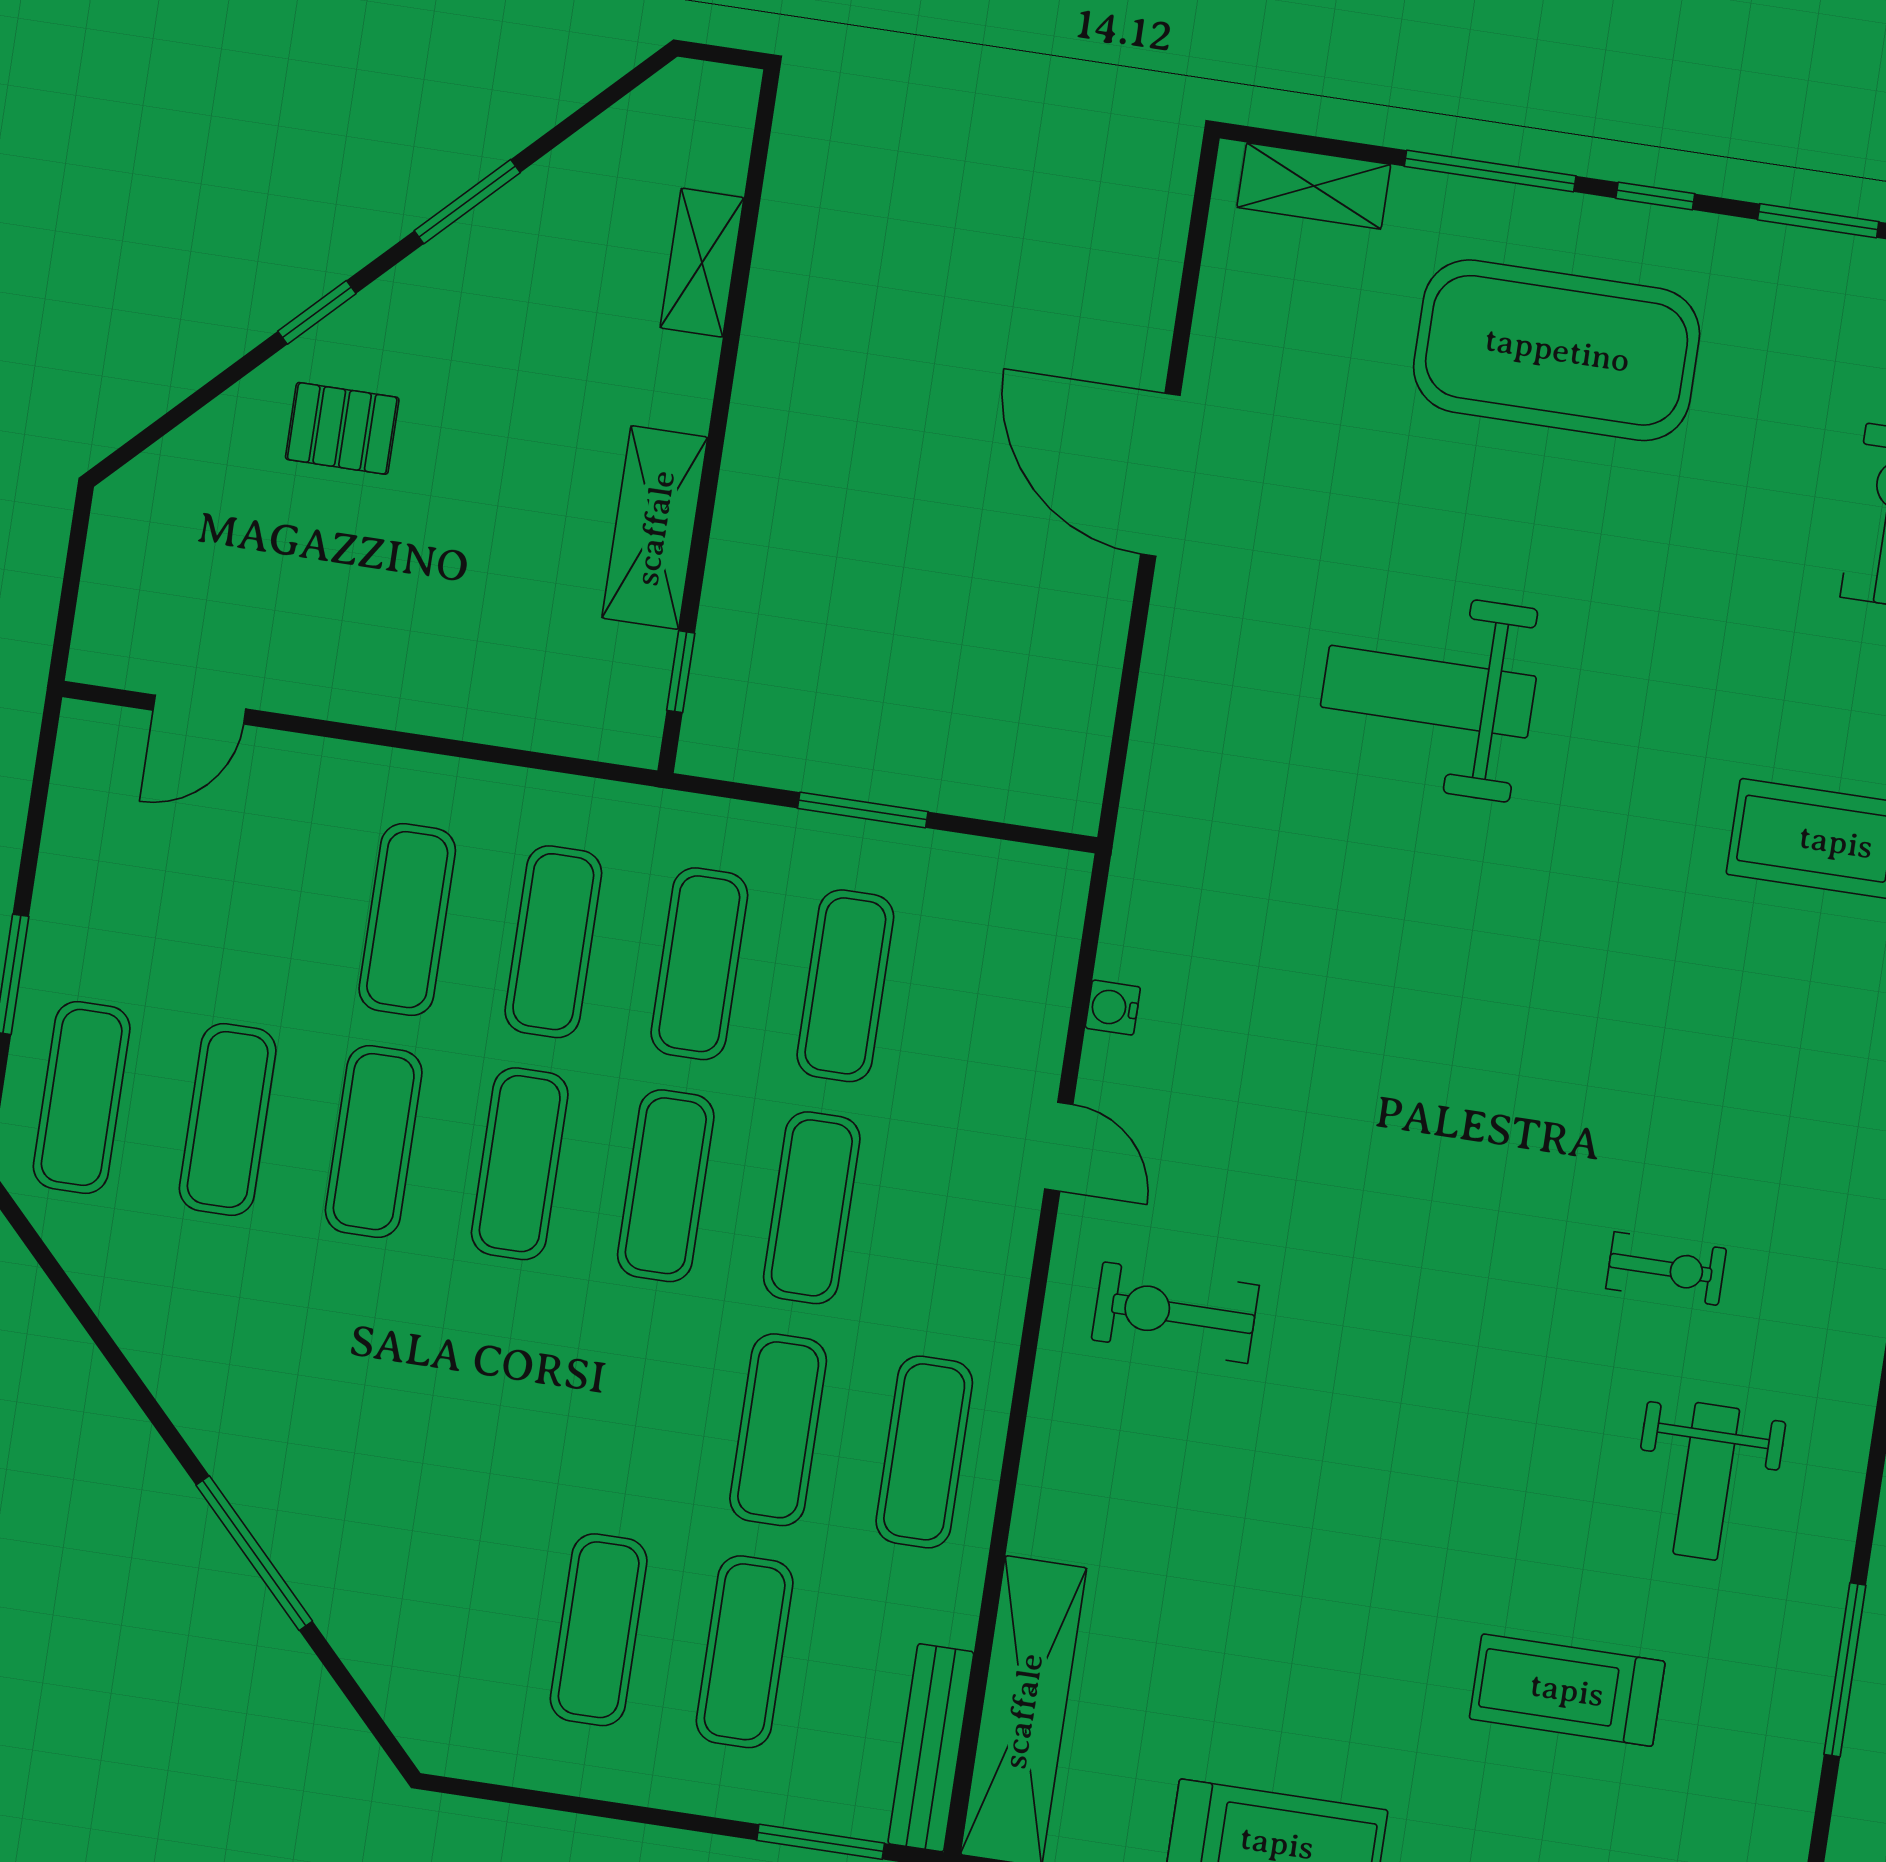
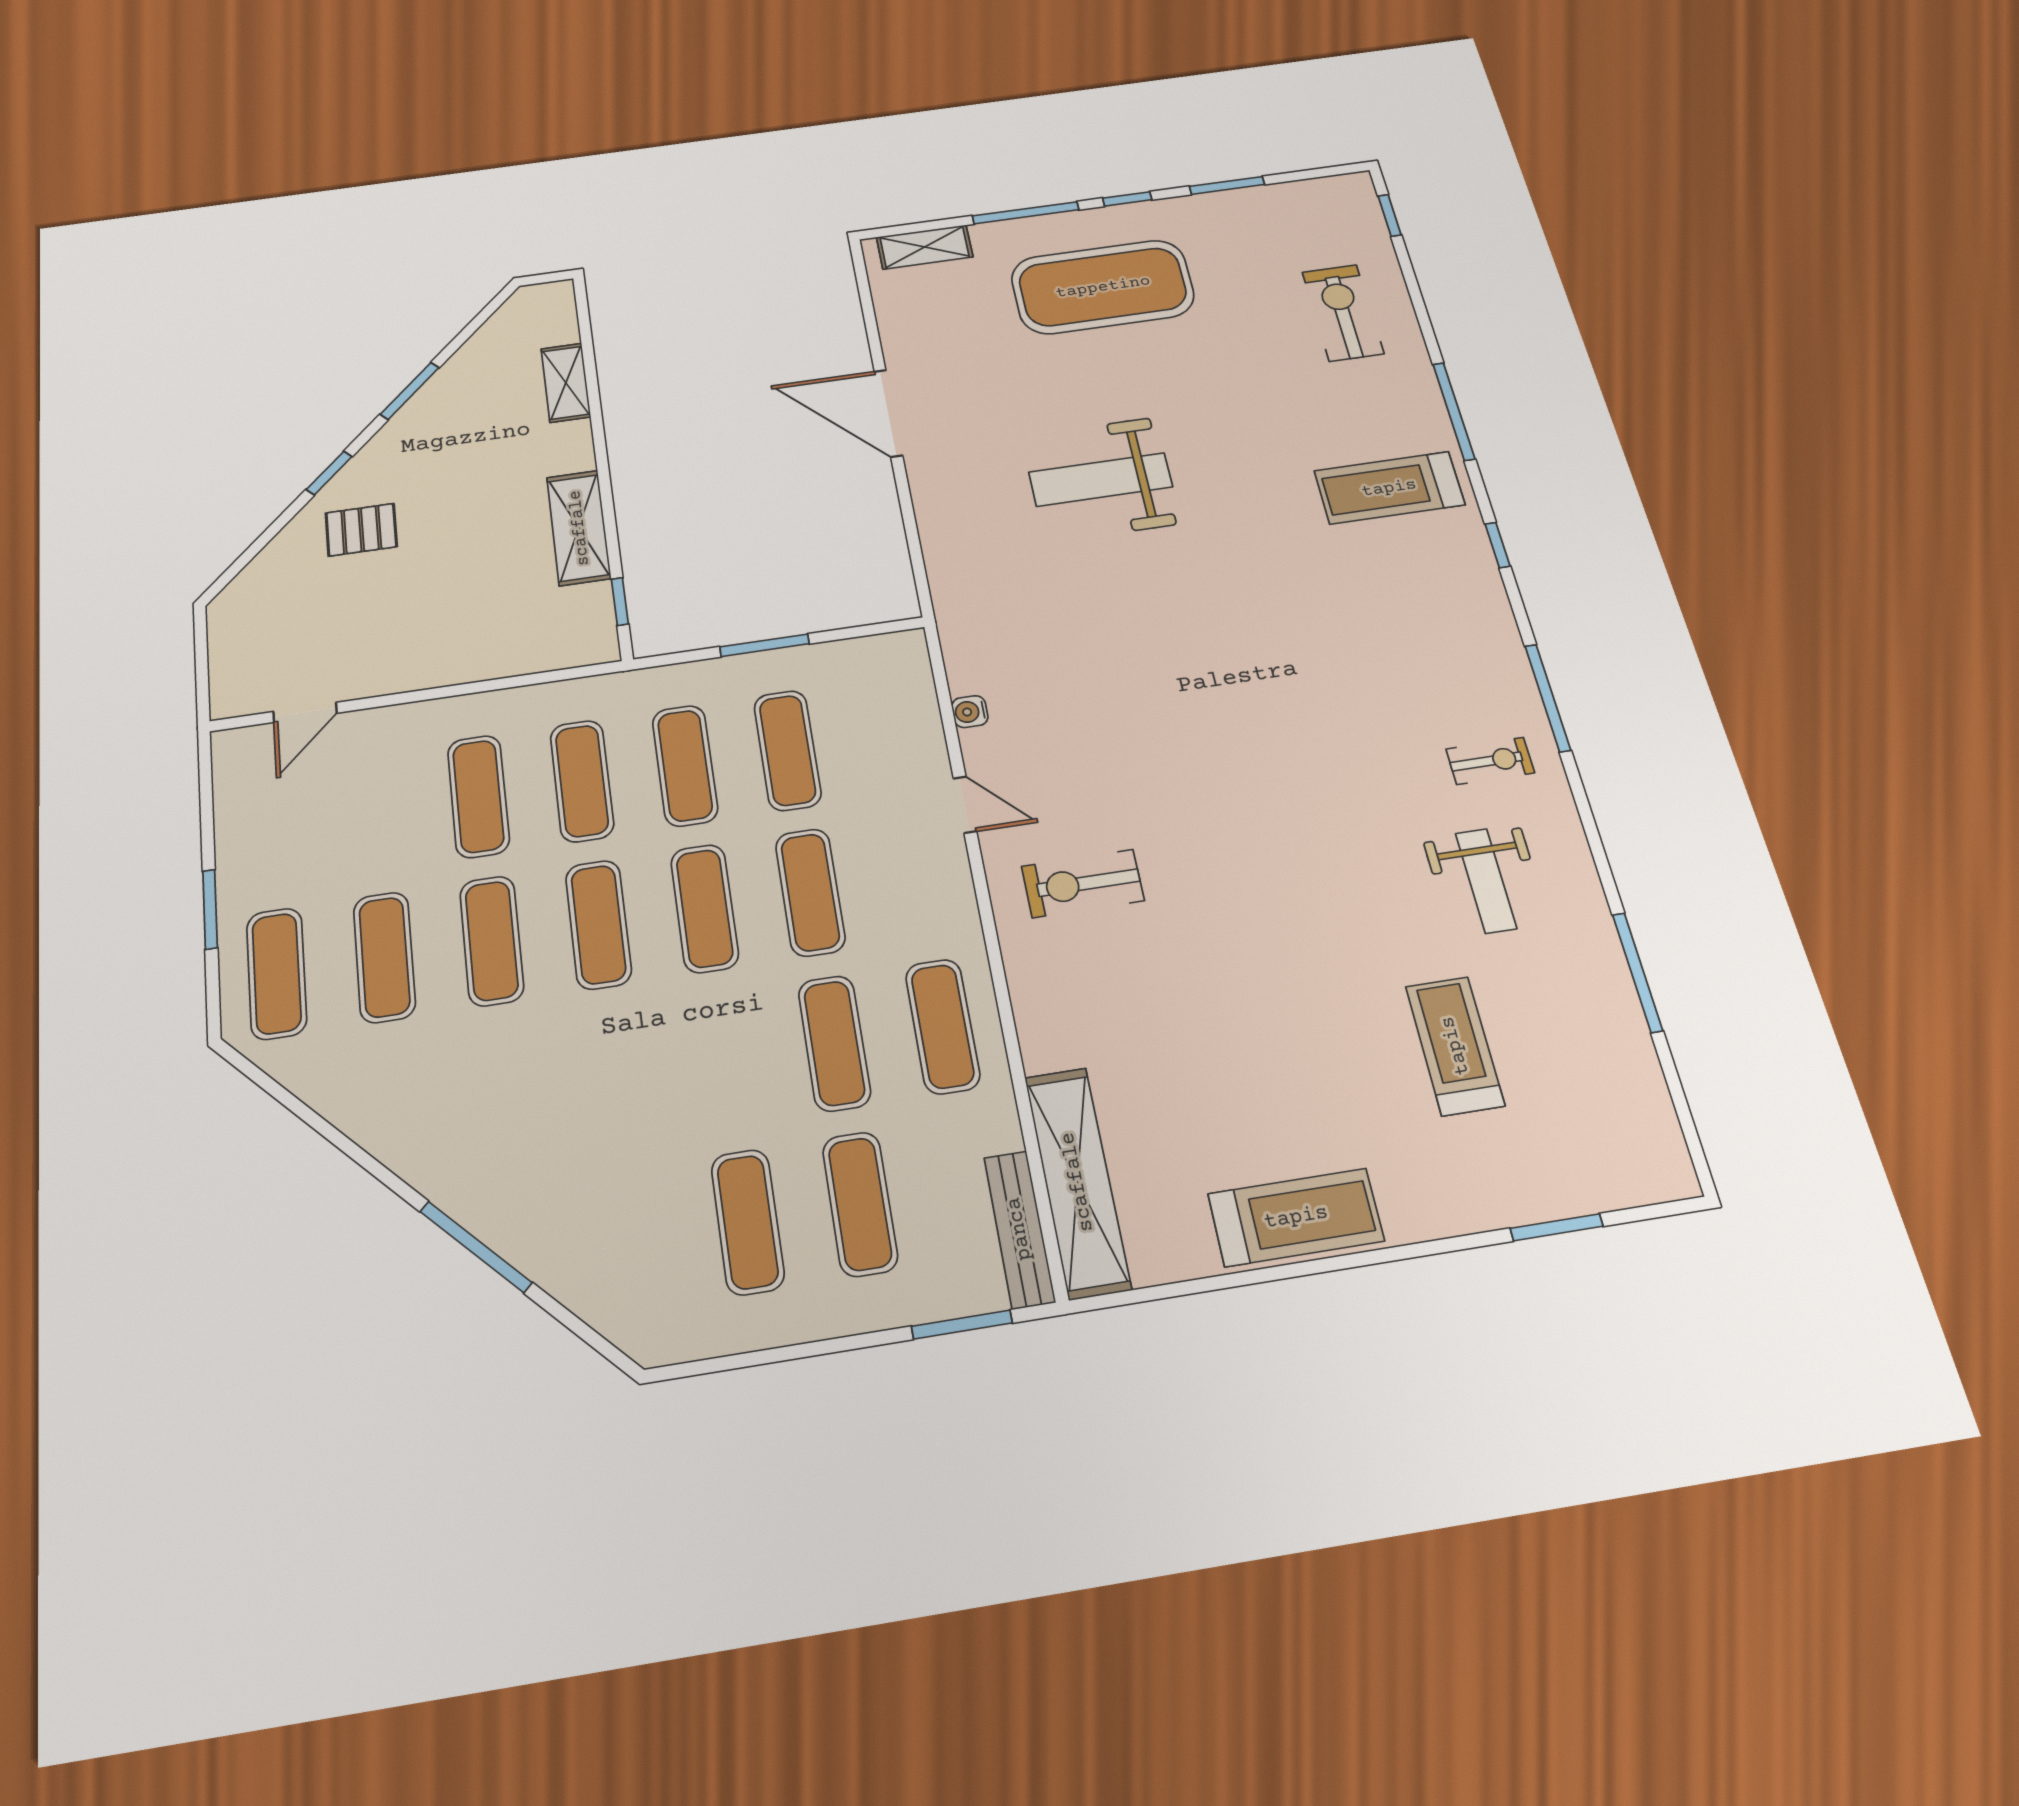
exercise bike: (1666, 1269) -> (1490, 761), moved
treadmill: (1567, 1690) -> (1455, 1046), turned 90

